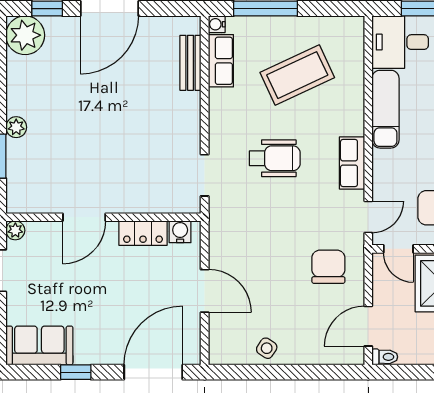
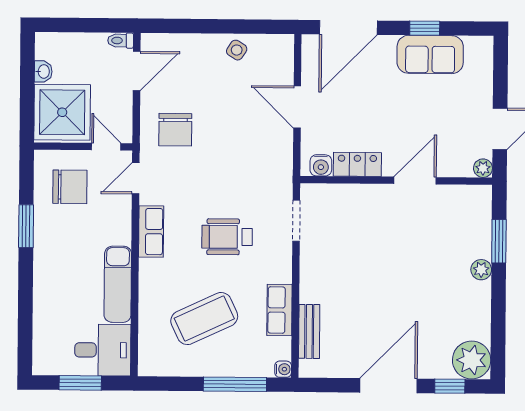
row of seats: (221, 61) -> (279, 310), moved
sofa: (39, 345) -> (430, 54), moved

